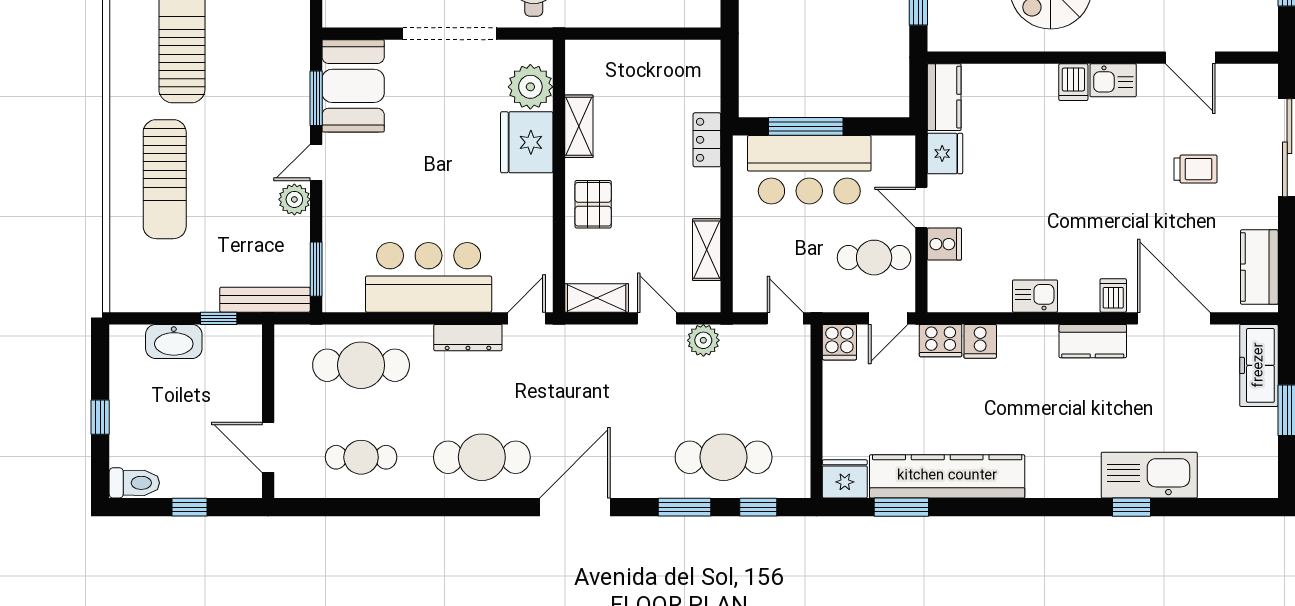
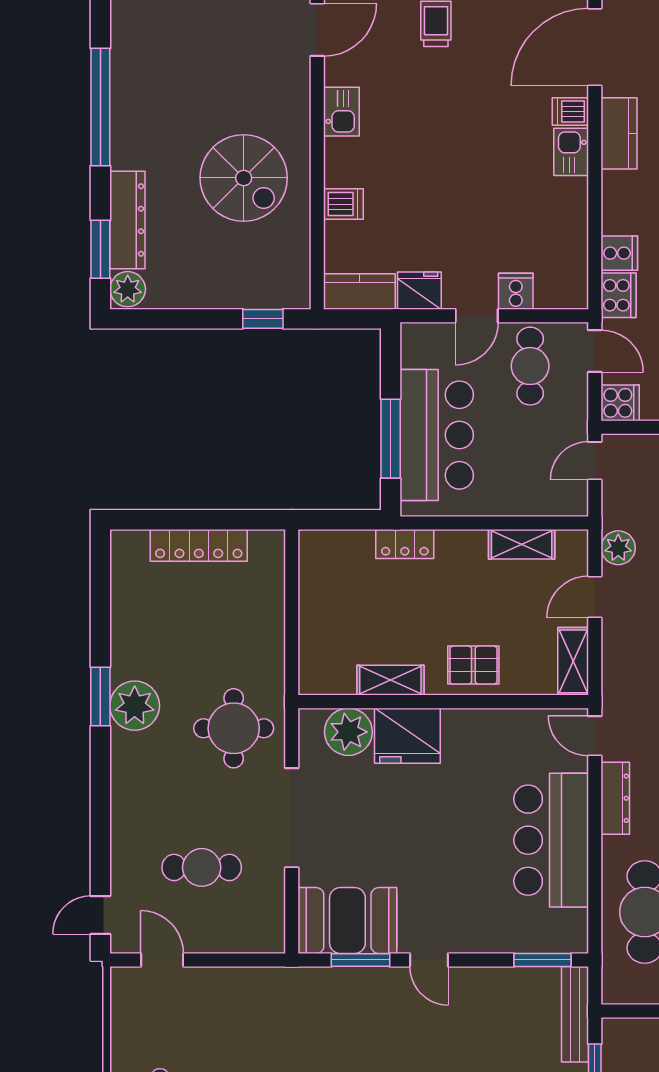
dishwasher: (1073, 82) -> (343, 204), moved
plant: (294, 199) -> (468, 983), removed
kitchen sink: (1035, 296) -> (571, 152), moved

